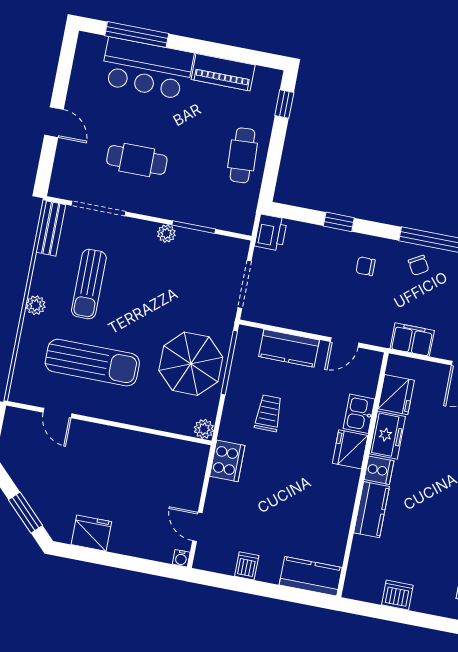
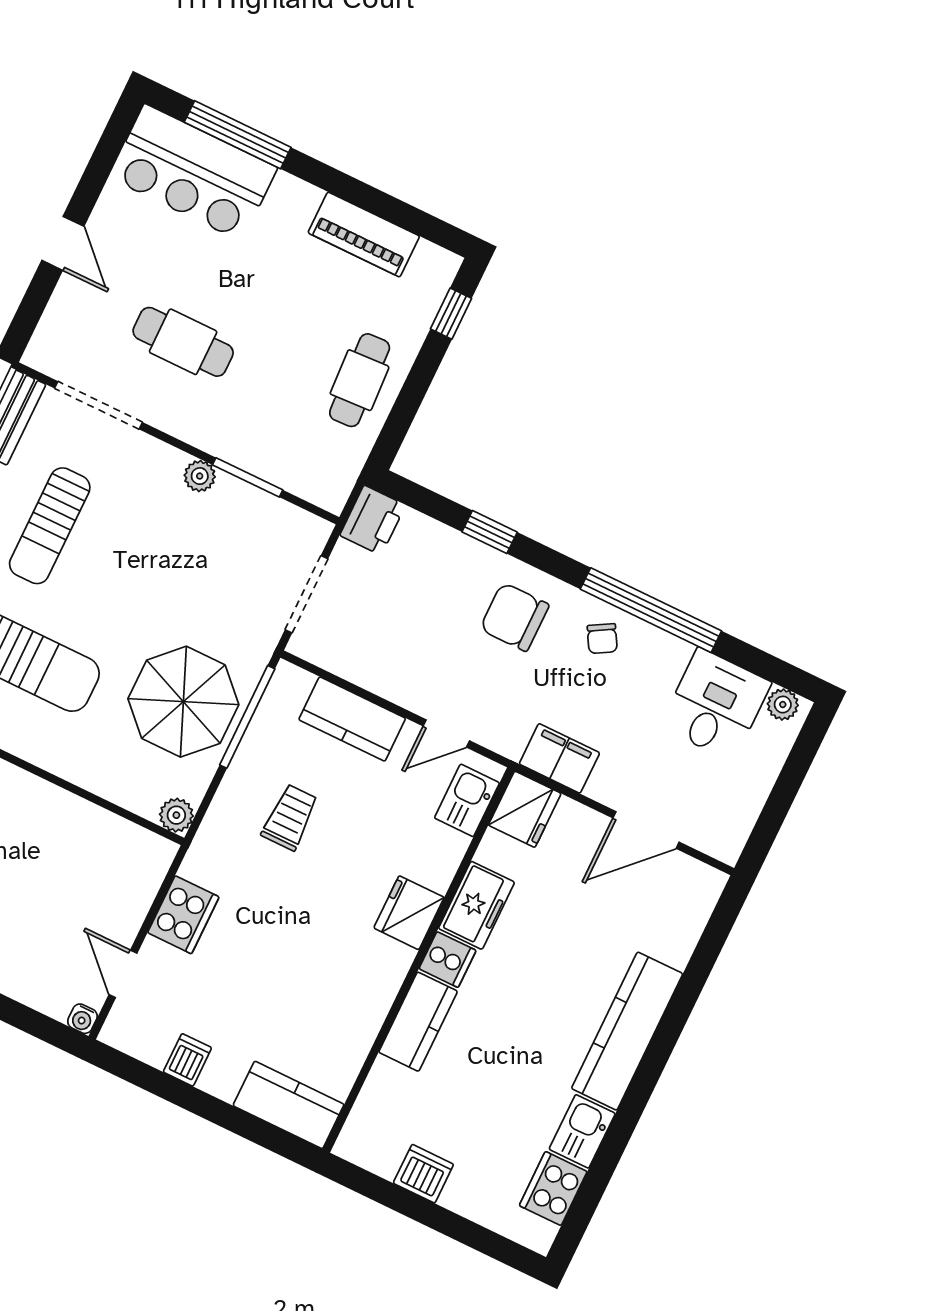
bar counter: (147, 68) -> (193, 173), moved
chair: (366, 266) -> (514, 617), width x1.87, depth x1.87
fridge: (396, 395) -> (525, 809), moved
kitchen sink: (359, 414) -> (467, 800), moved
cooker: (227, 461) -> (183, 915), moved

